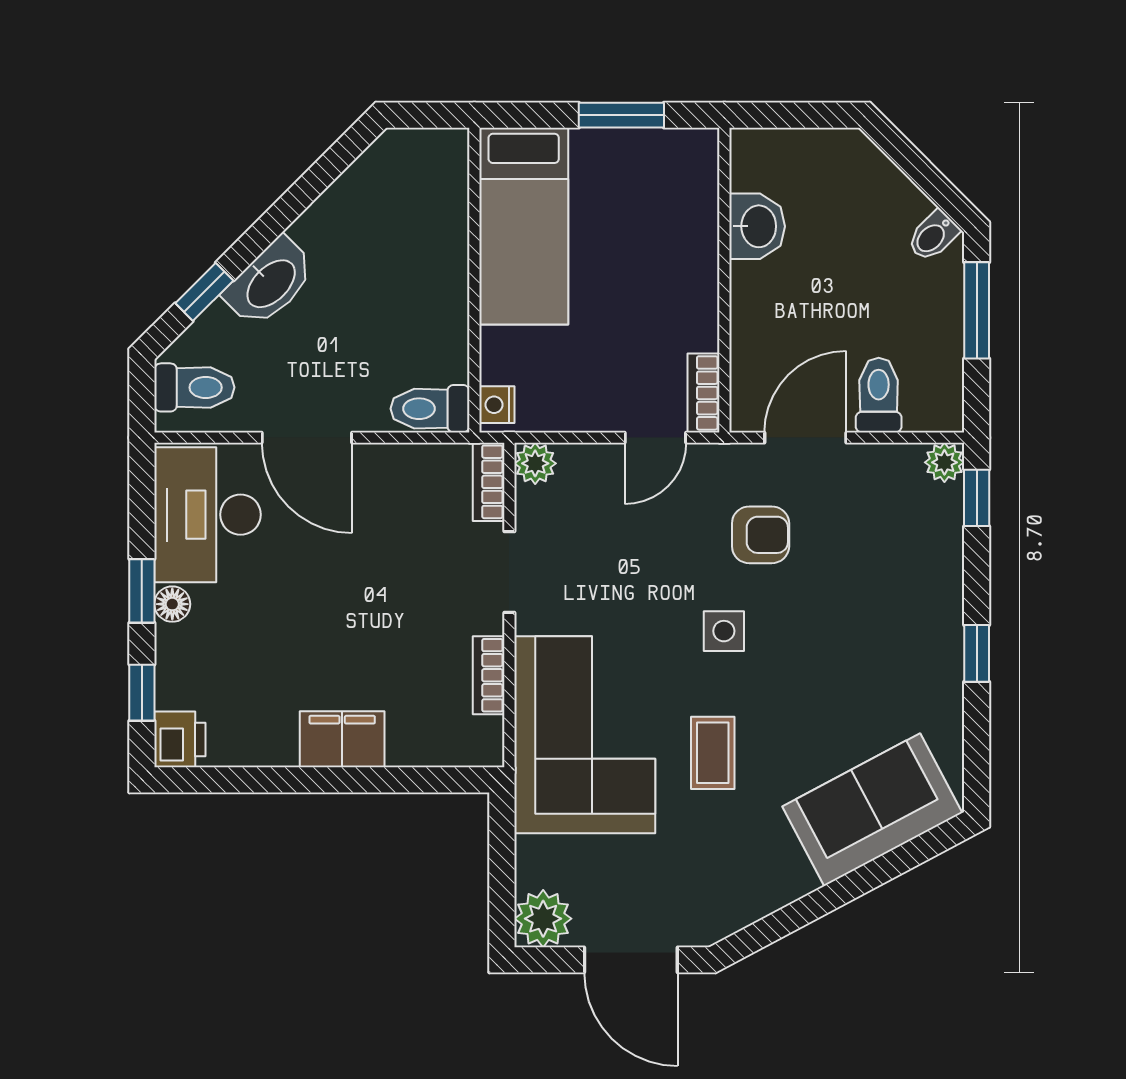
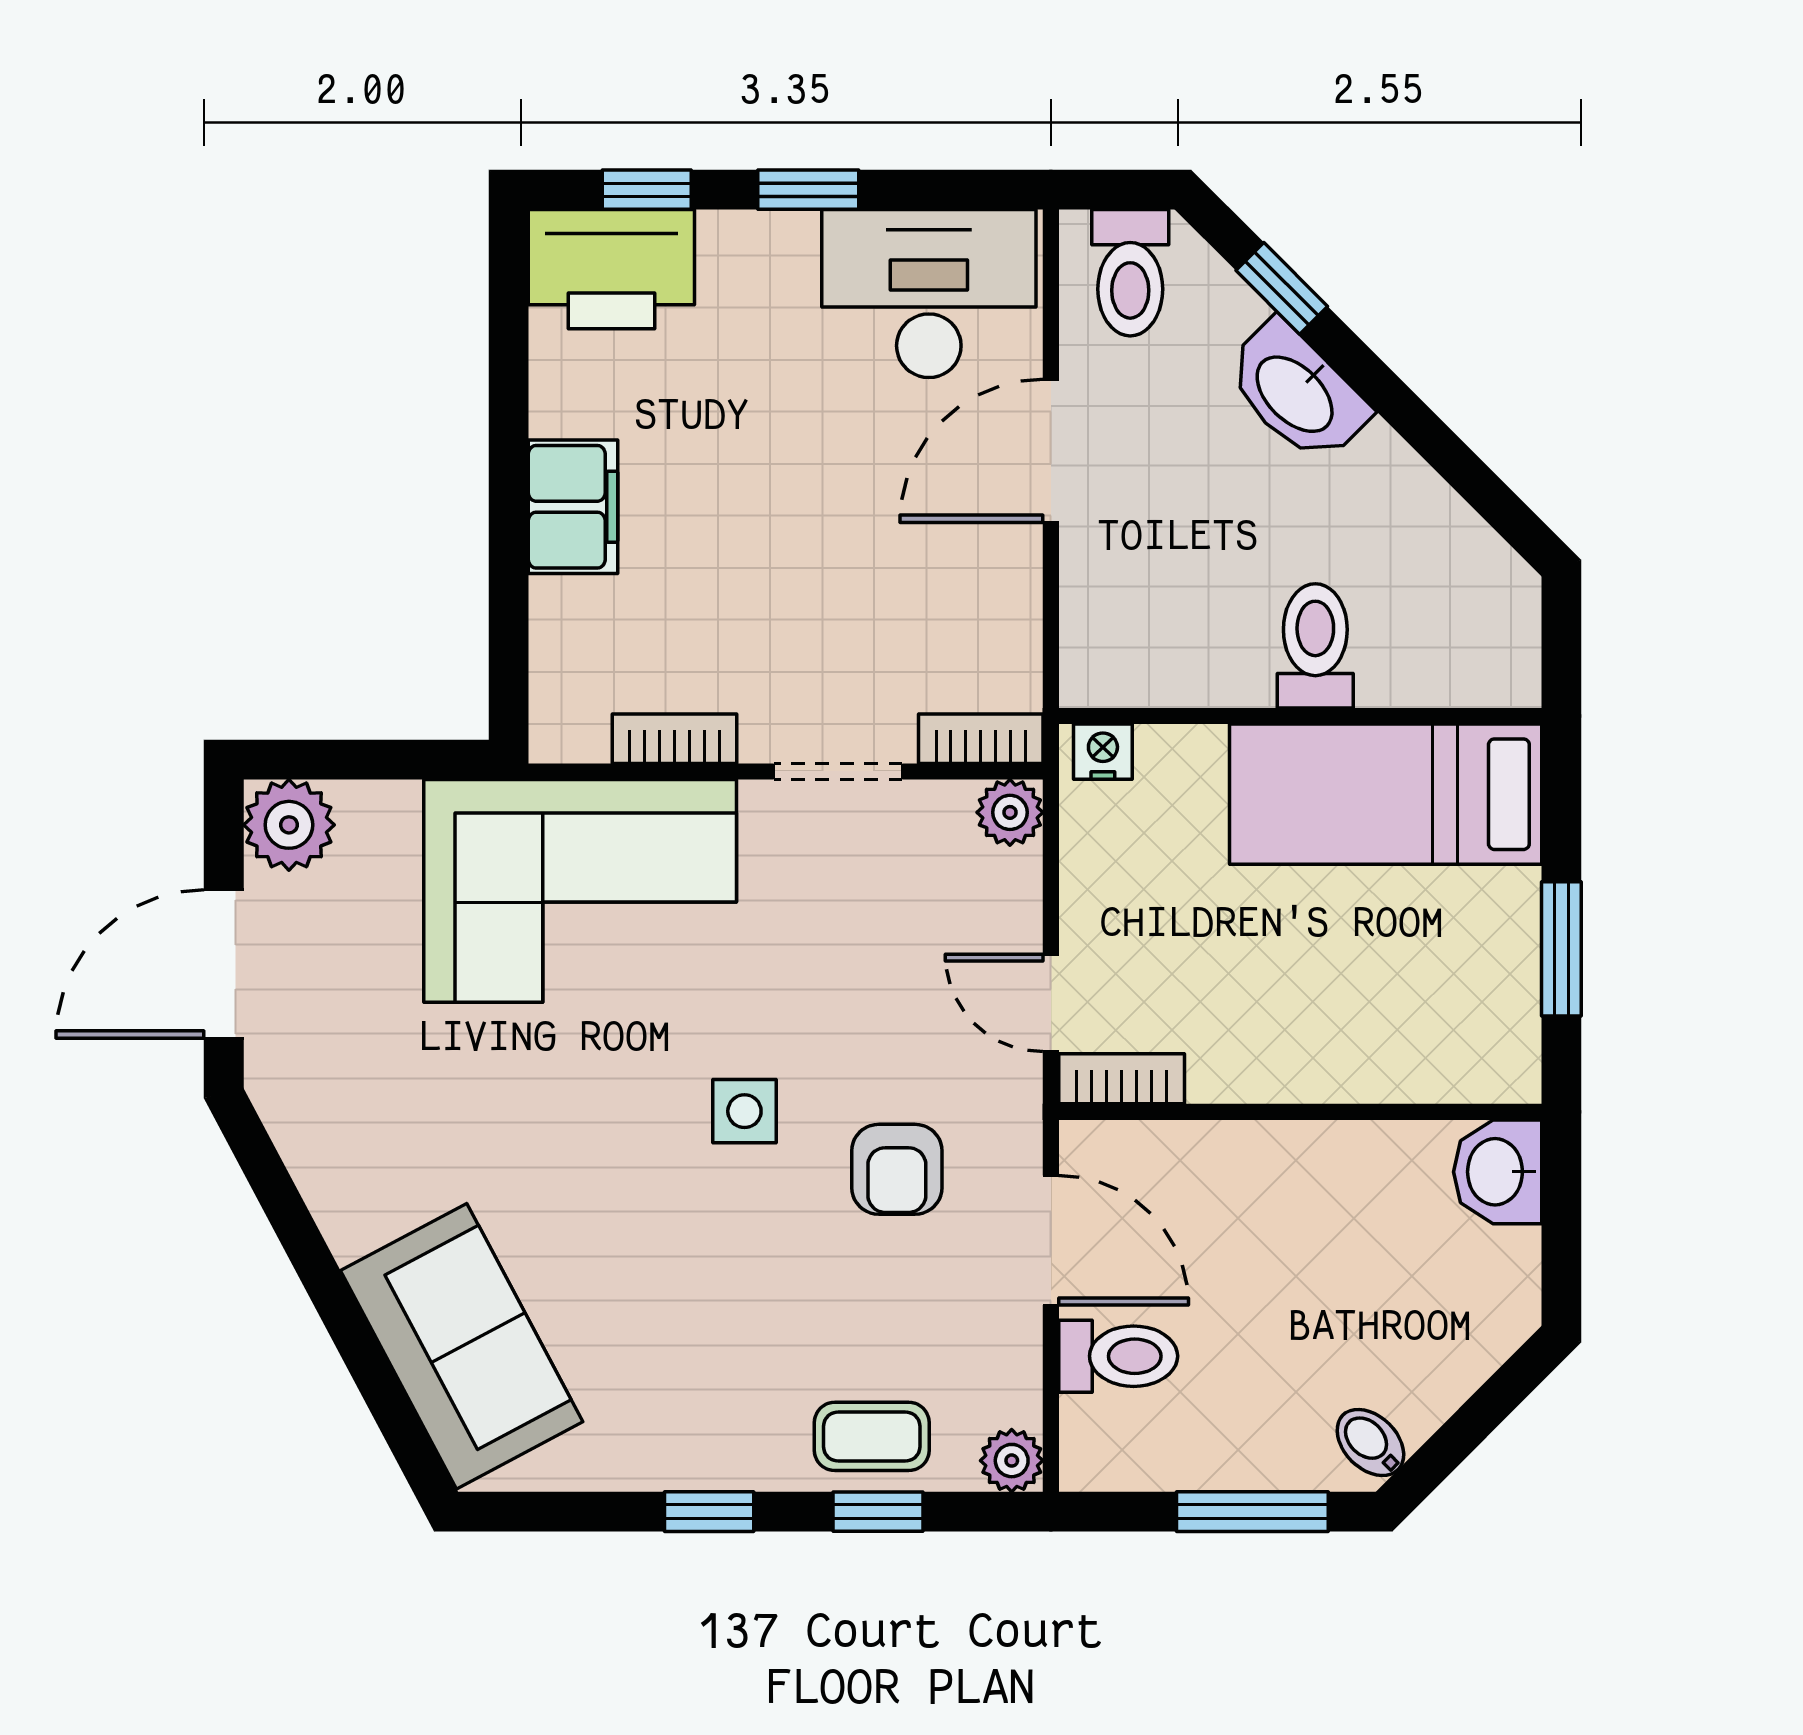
washbasin: (757, 226) -> (1498, 1172), moved, turned 90
toilet: (430, 409) -> (1315, 646), moved
window: (977, 498) -> (878, 1512), moved
floor lamp: (172, 604) -> (787, 238), removed
printer: (180, 739) -> (611, 269), width x1.87, depth x1.48
coffee table: (713, 753) -> (872, 1436), moved

